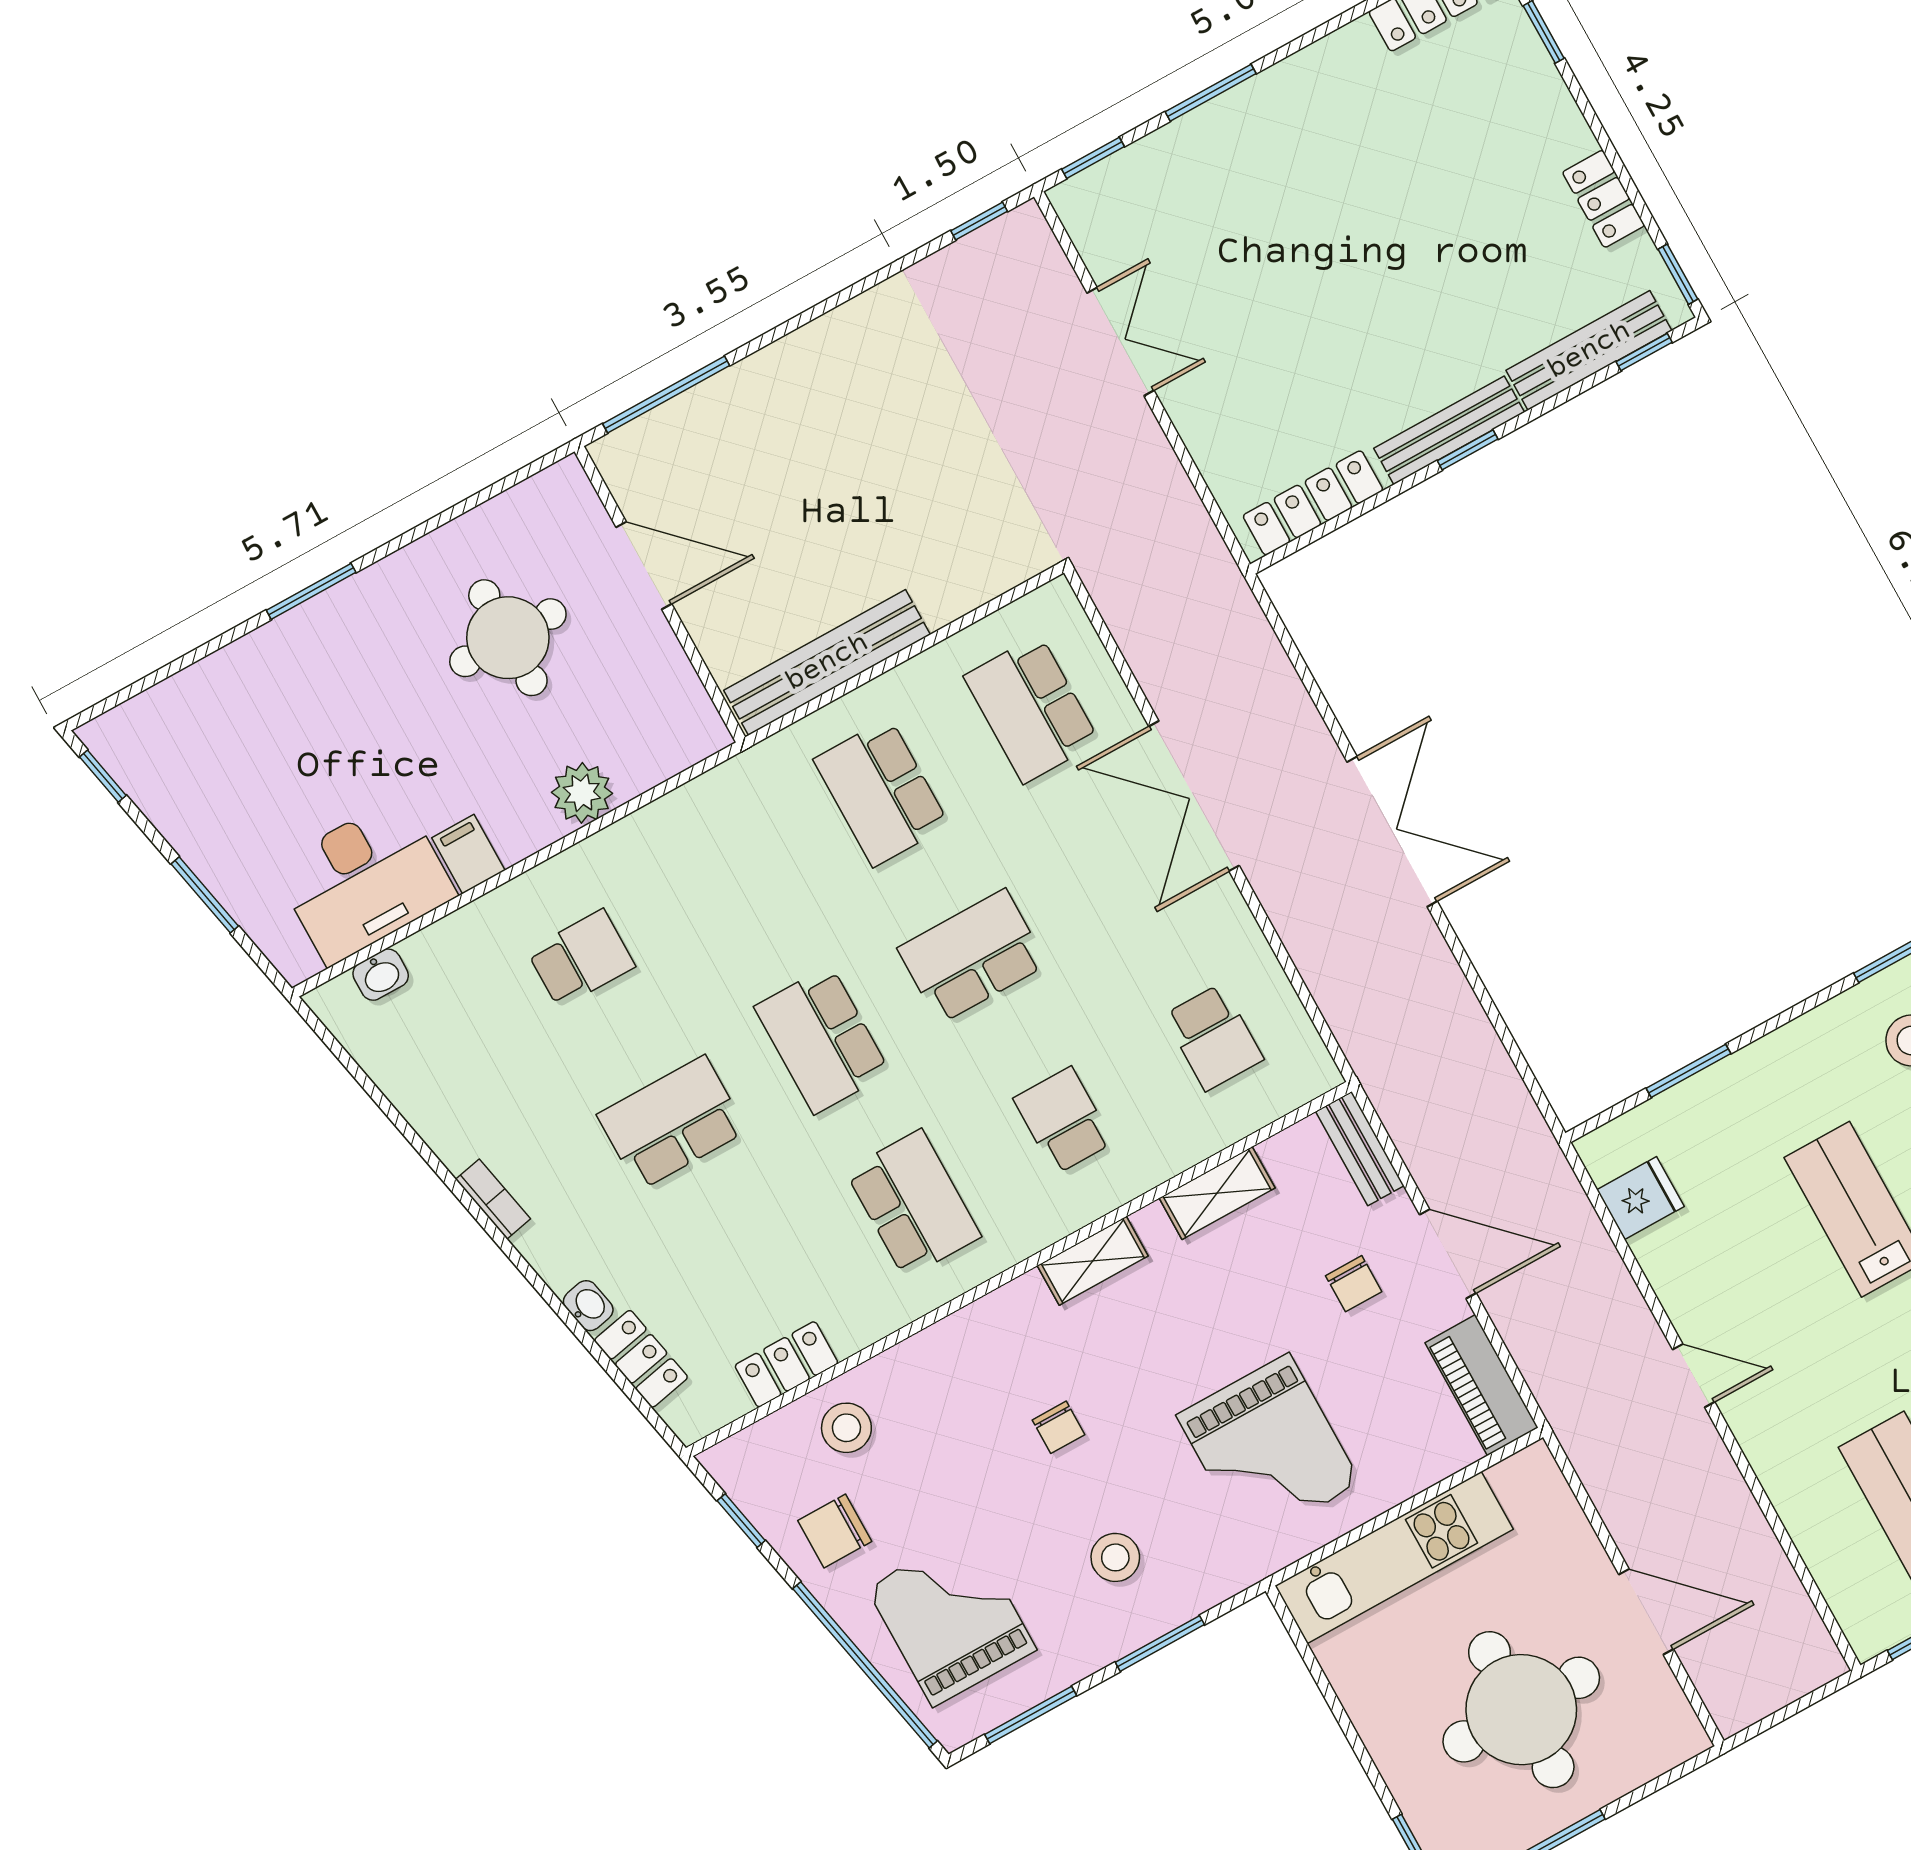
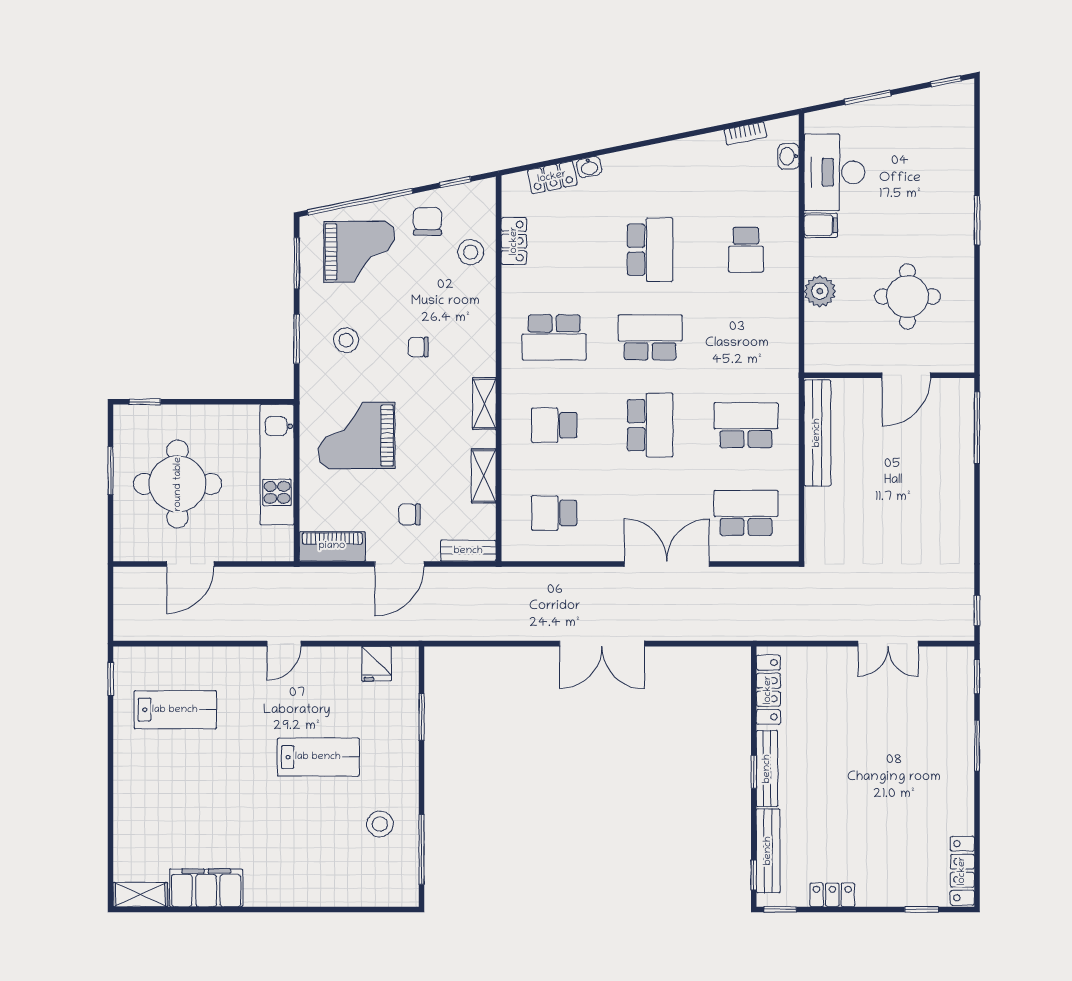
school desk: (1063, 1120) -> (554, 425), turned 180
bookcase: (493, 1199) -> (745, 133), moved

